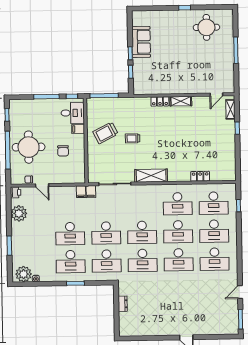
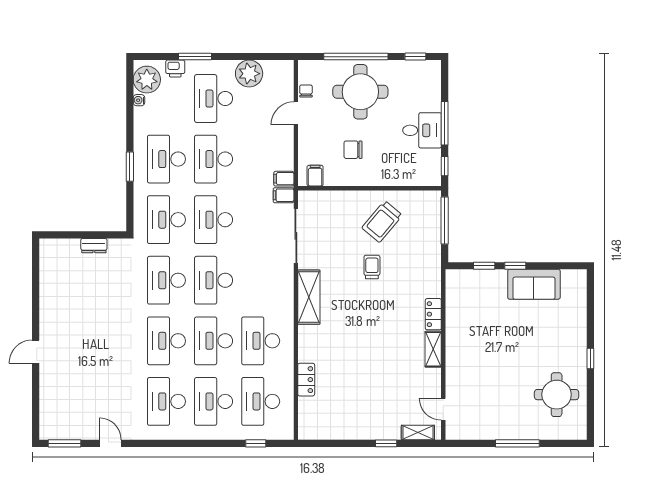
desk: (73, 113) -> (422, 130), moved, turned -90
filing cabinet: (78, 129) -> (315, 176), moved
trolley: (105, 133) -> (382, 222), turned -113
printer: (16, 192) -> (175, 69), moved
desk: (34, 234) -> (214, 99), added

